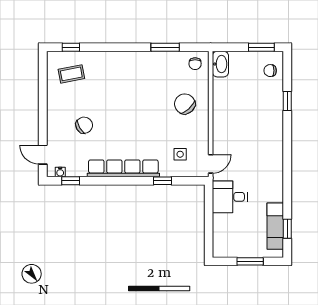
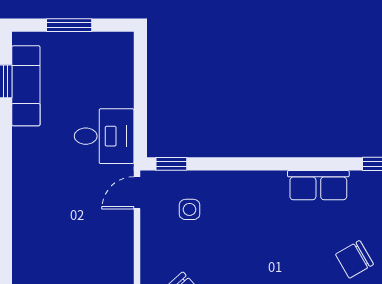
row of seats: (123, 168) -> (318, 185), width x0.50
window: (163, 181) -> (171, 164), moved

